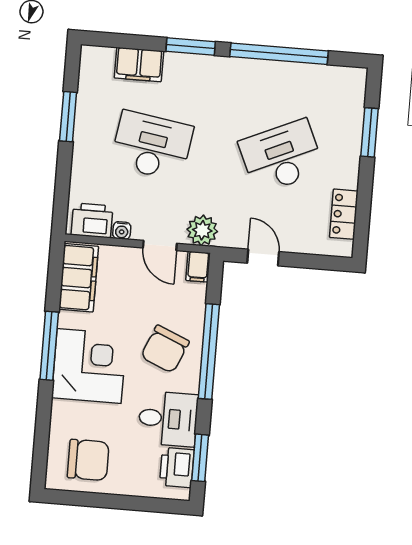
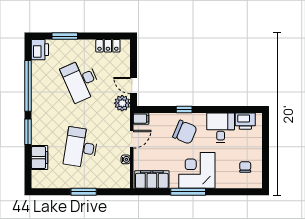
window: (68, 117) -> (84, 192), moved
printer: (92, 220) -> (40, 50), moved, turned 180
plant: (202, 230) -> (122, 103), moved
door: (263, 257) -> (134, 85), hinge flipped
window: (209, 351) -> (184, 109), width x0.32
window: (200, 458) -> (239, 109), removed
chair: (88, 460) -> (245, 167), width x0.54, depth x0.54

